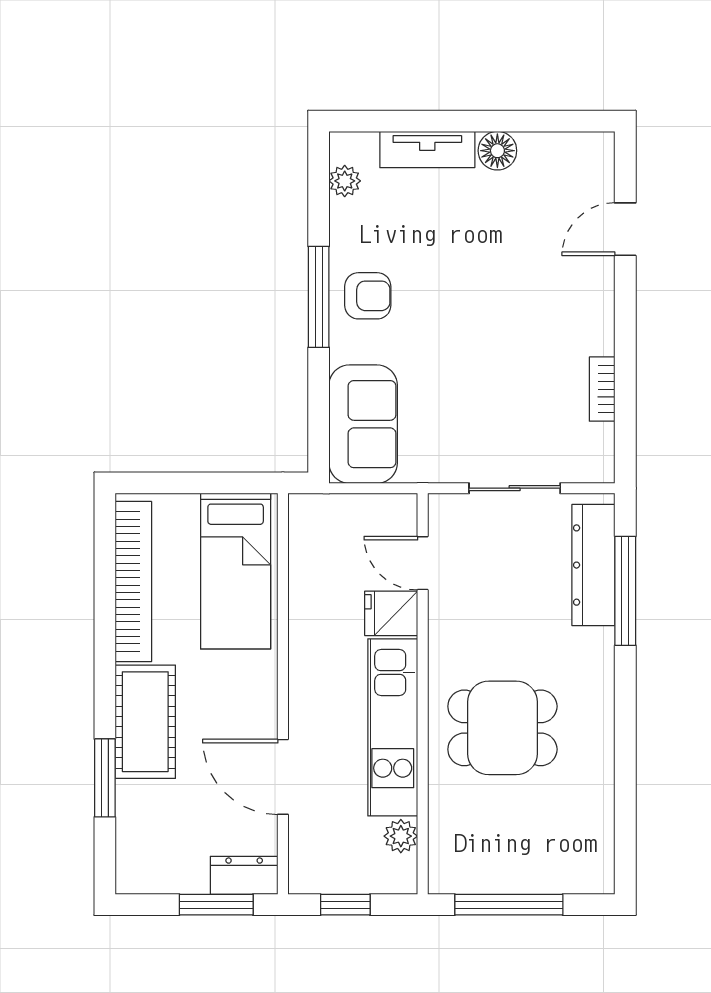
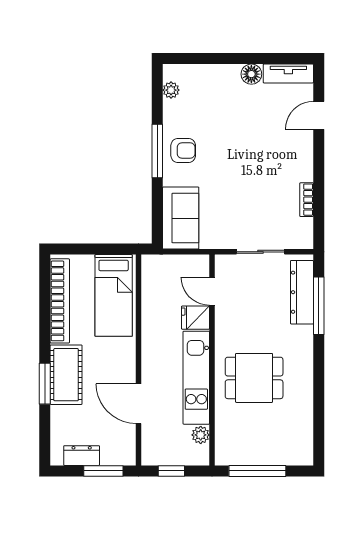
tv unit: (427, 150) -> (288, 73), moved
window: (105, 778) -> (45, 384), moved
dresser: (244, 875) -> (82, 456), moved

